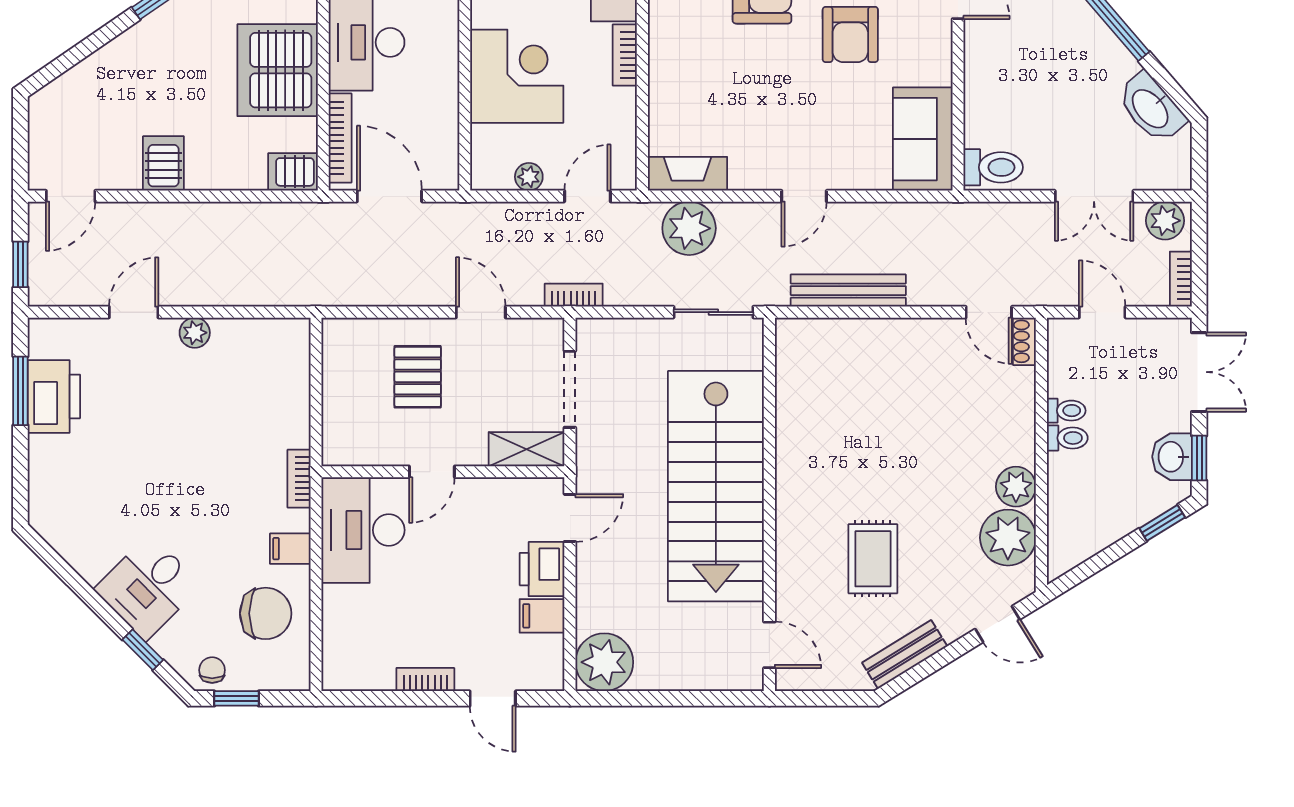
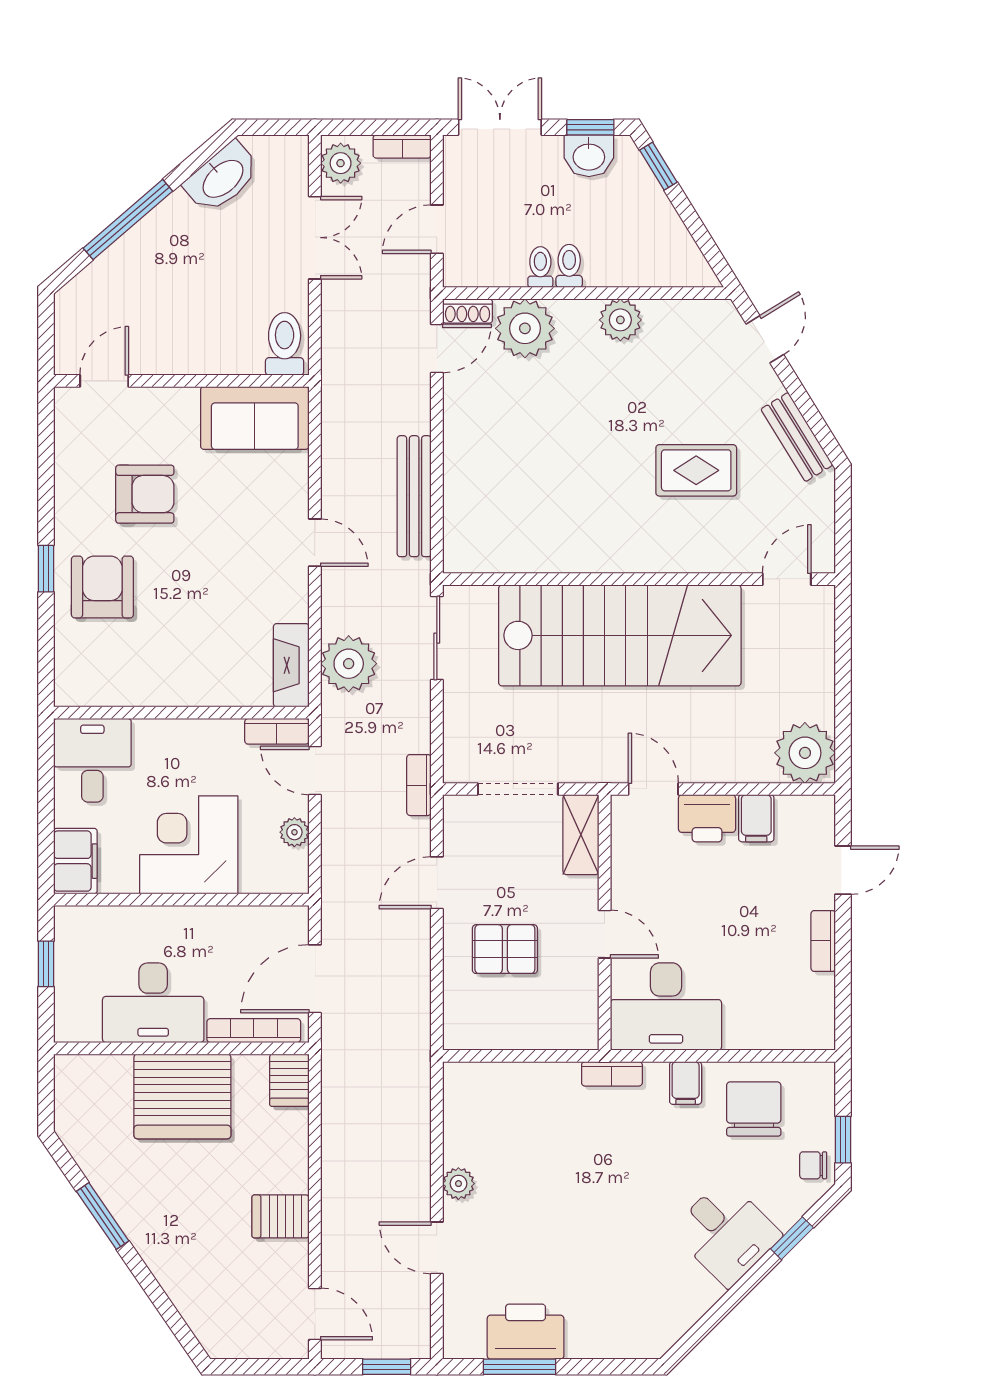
bookcase: (625, 55) -> (277, 731), moved
plant: (1008, 538) -> (525, 328), moved

